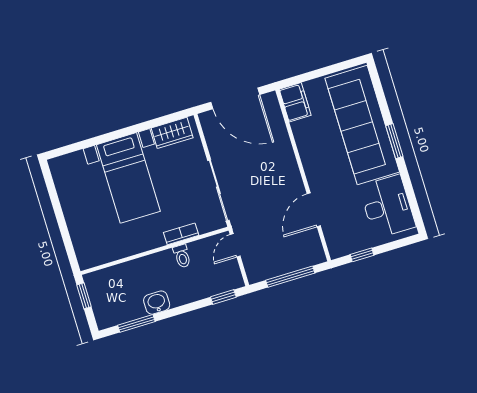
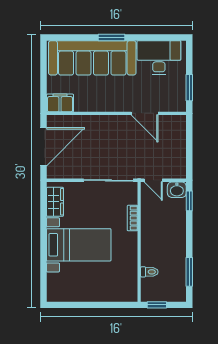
window: (362, 255) -> (189, 88), width x1.50
toilet: (182, 256) -> (149, 272), moved
window: (290, 277) -> (189, 146), removed
washbasin: (157, 303) -> (177, 190), moved, turned -90

